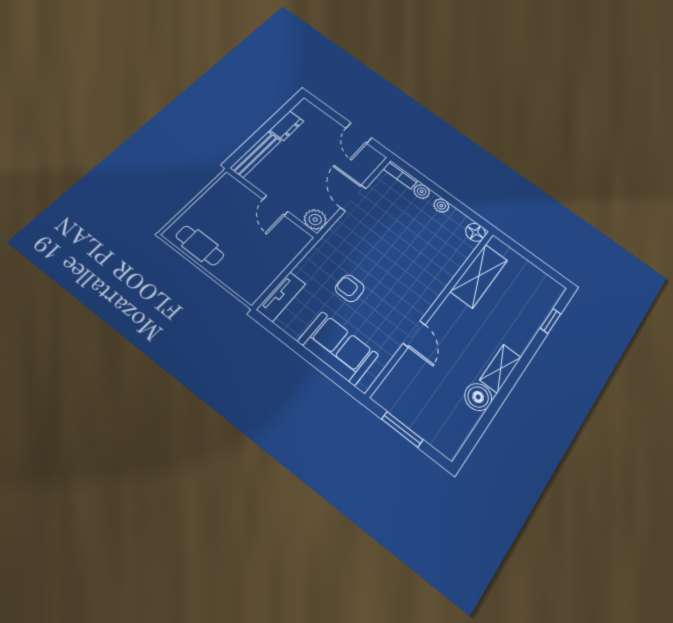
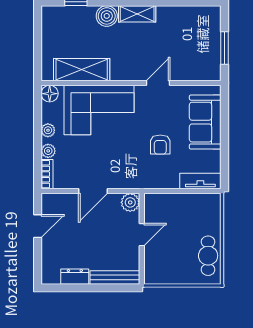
corner sofa: (428, 261) -> (99, 110), added
boiler: (478, 397) -> (107, 16), moved

